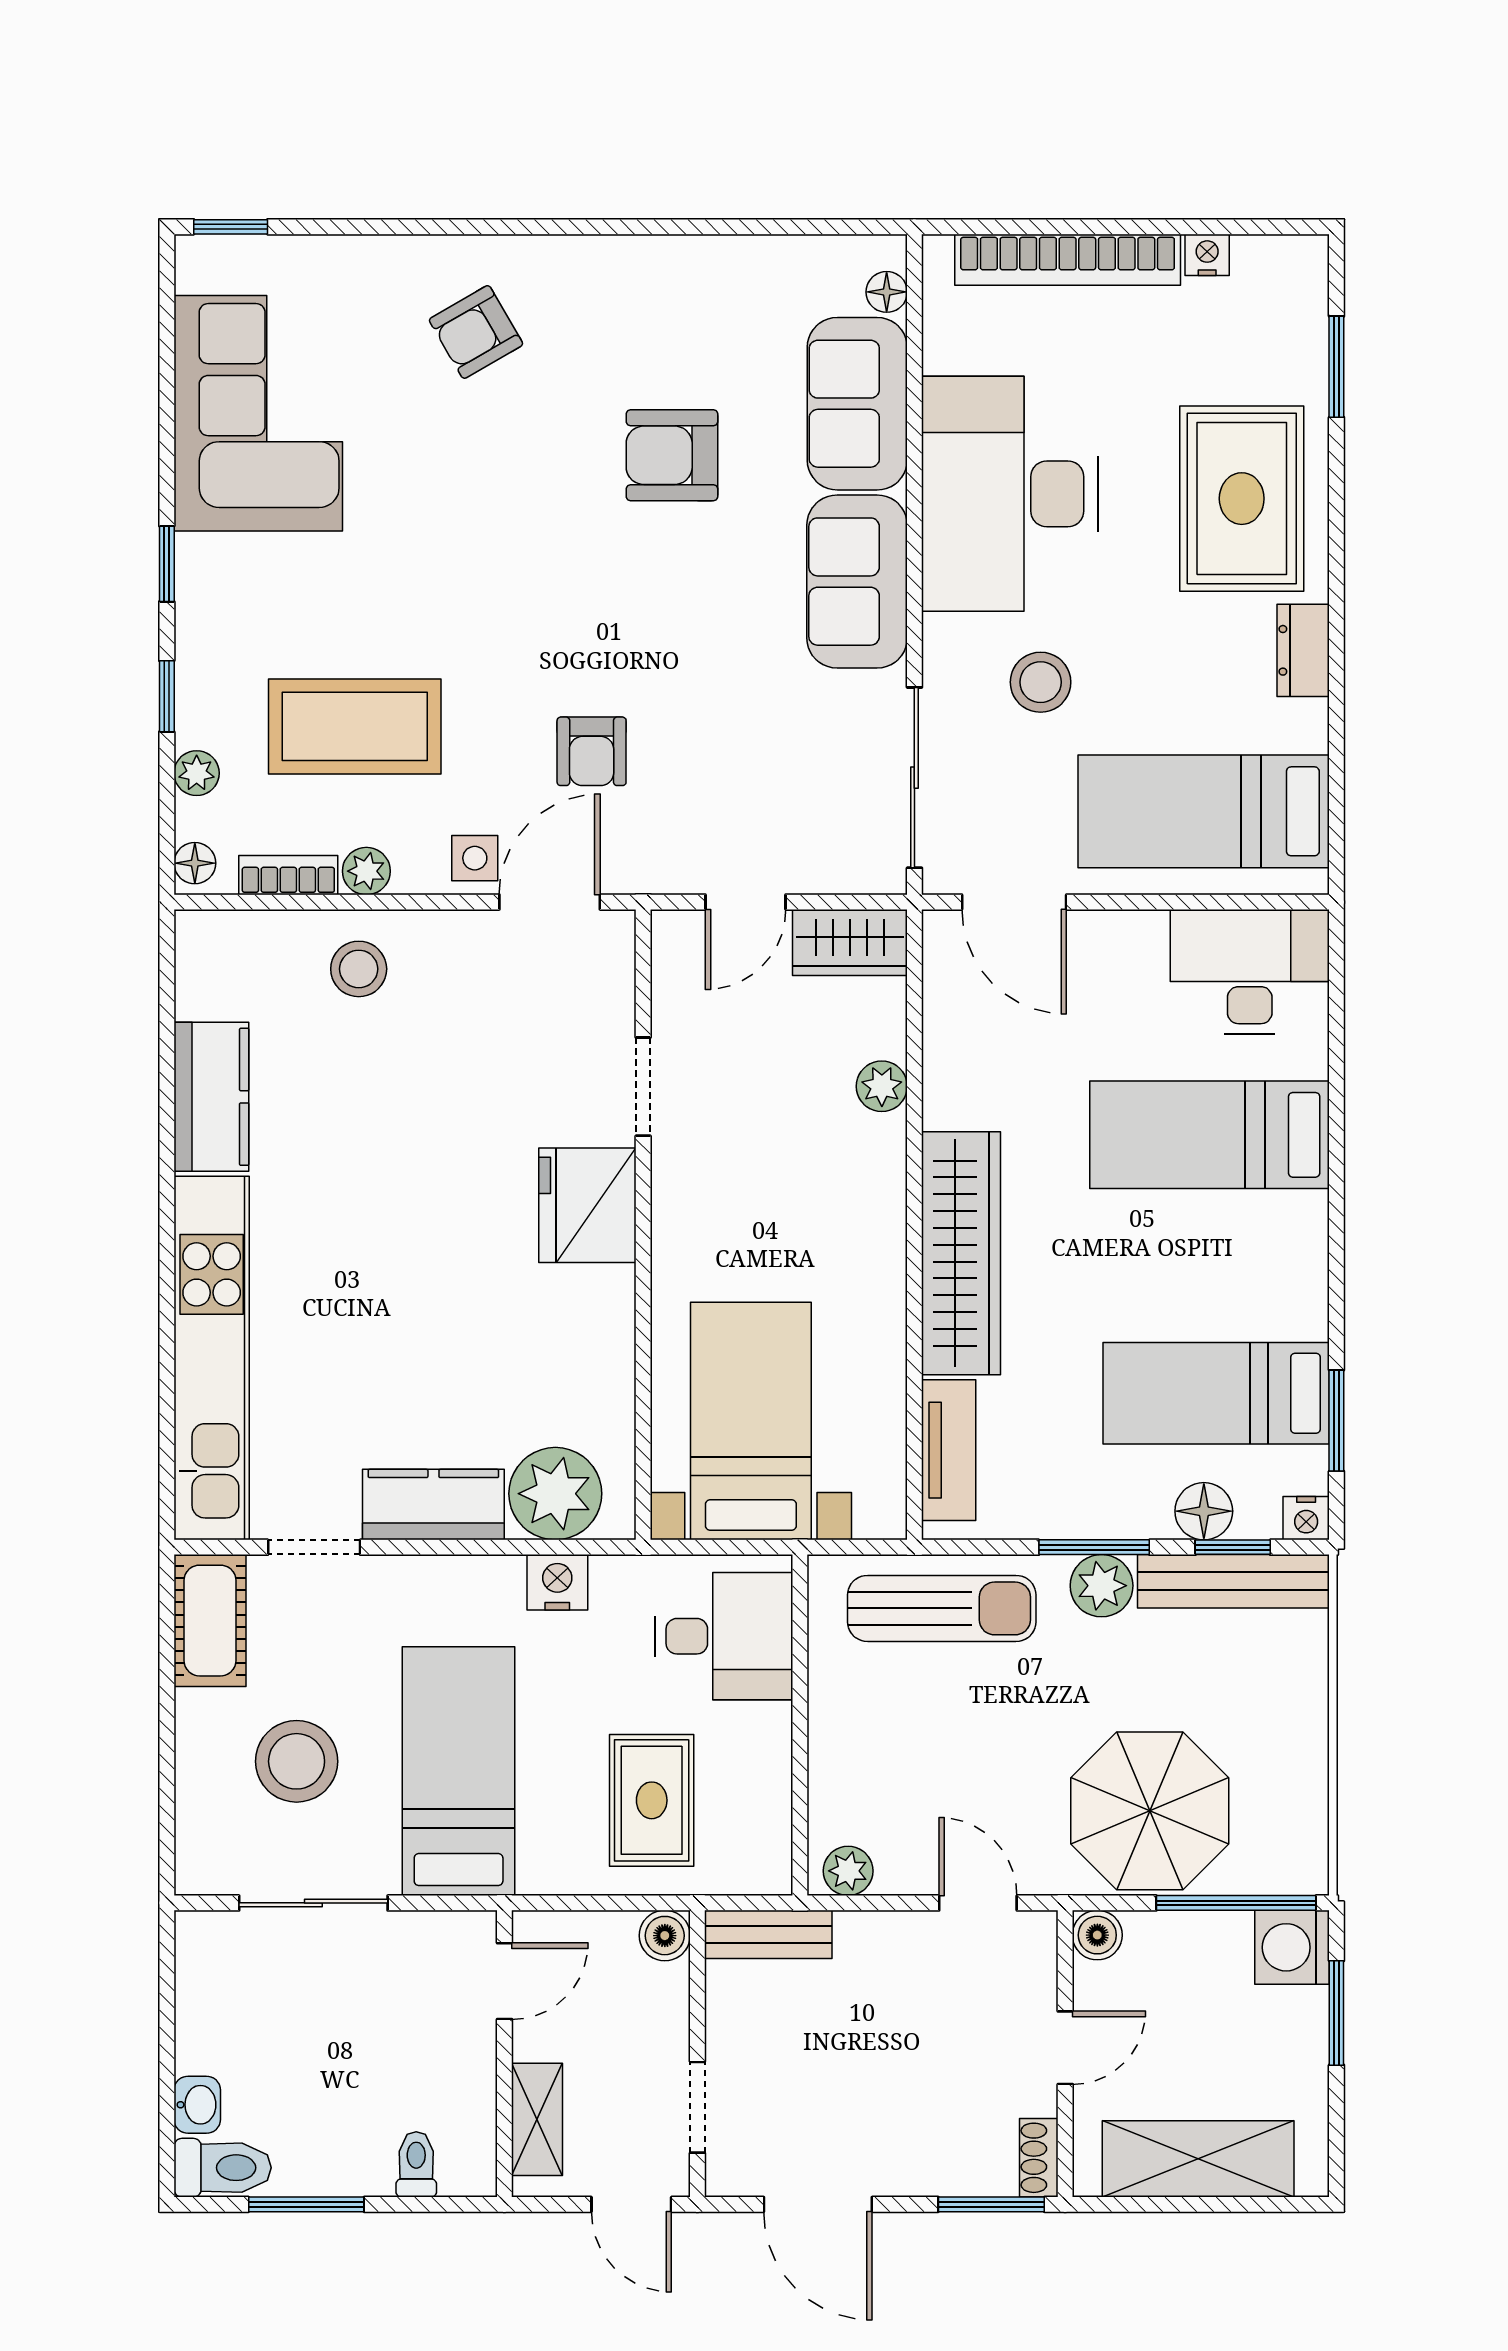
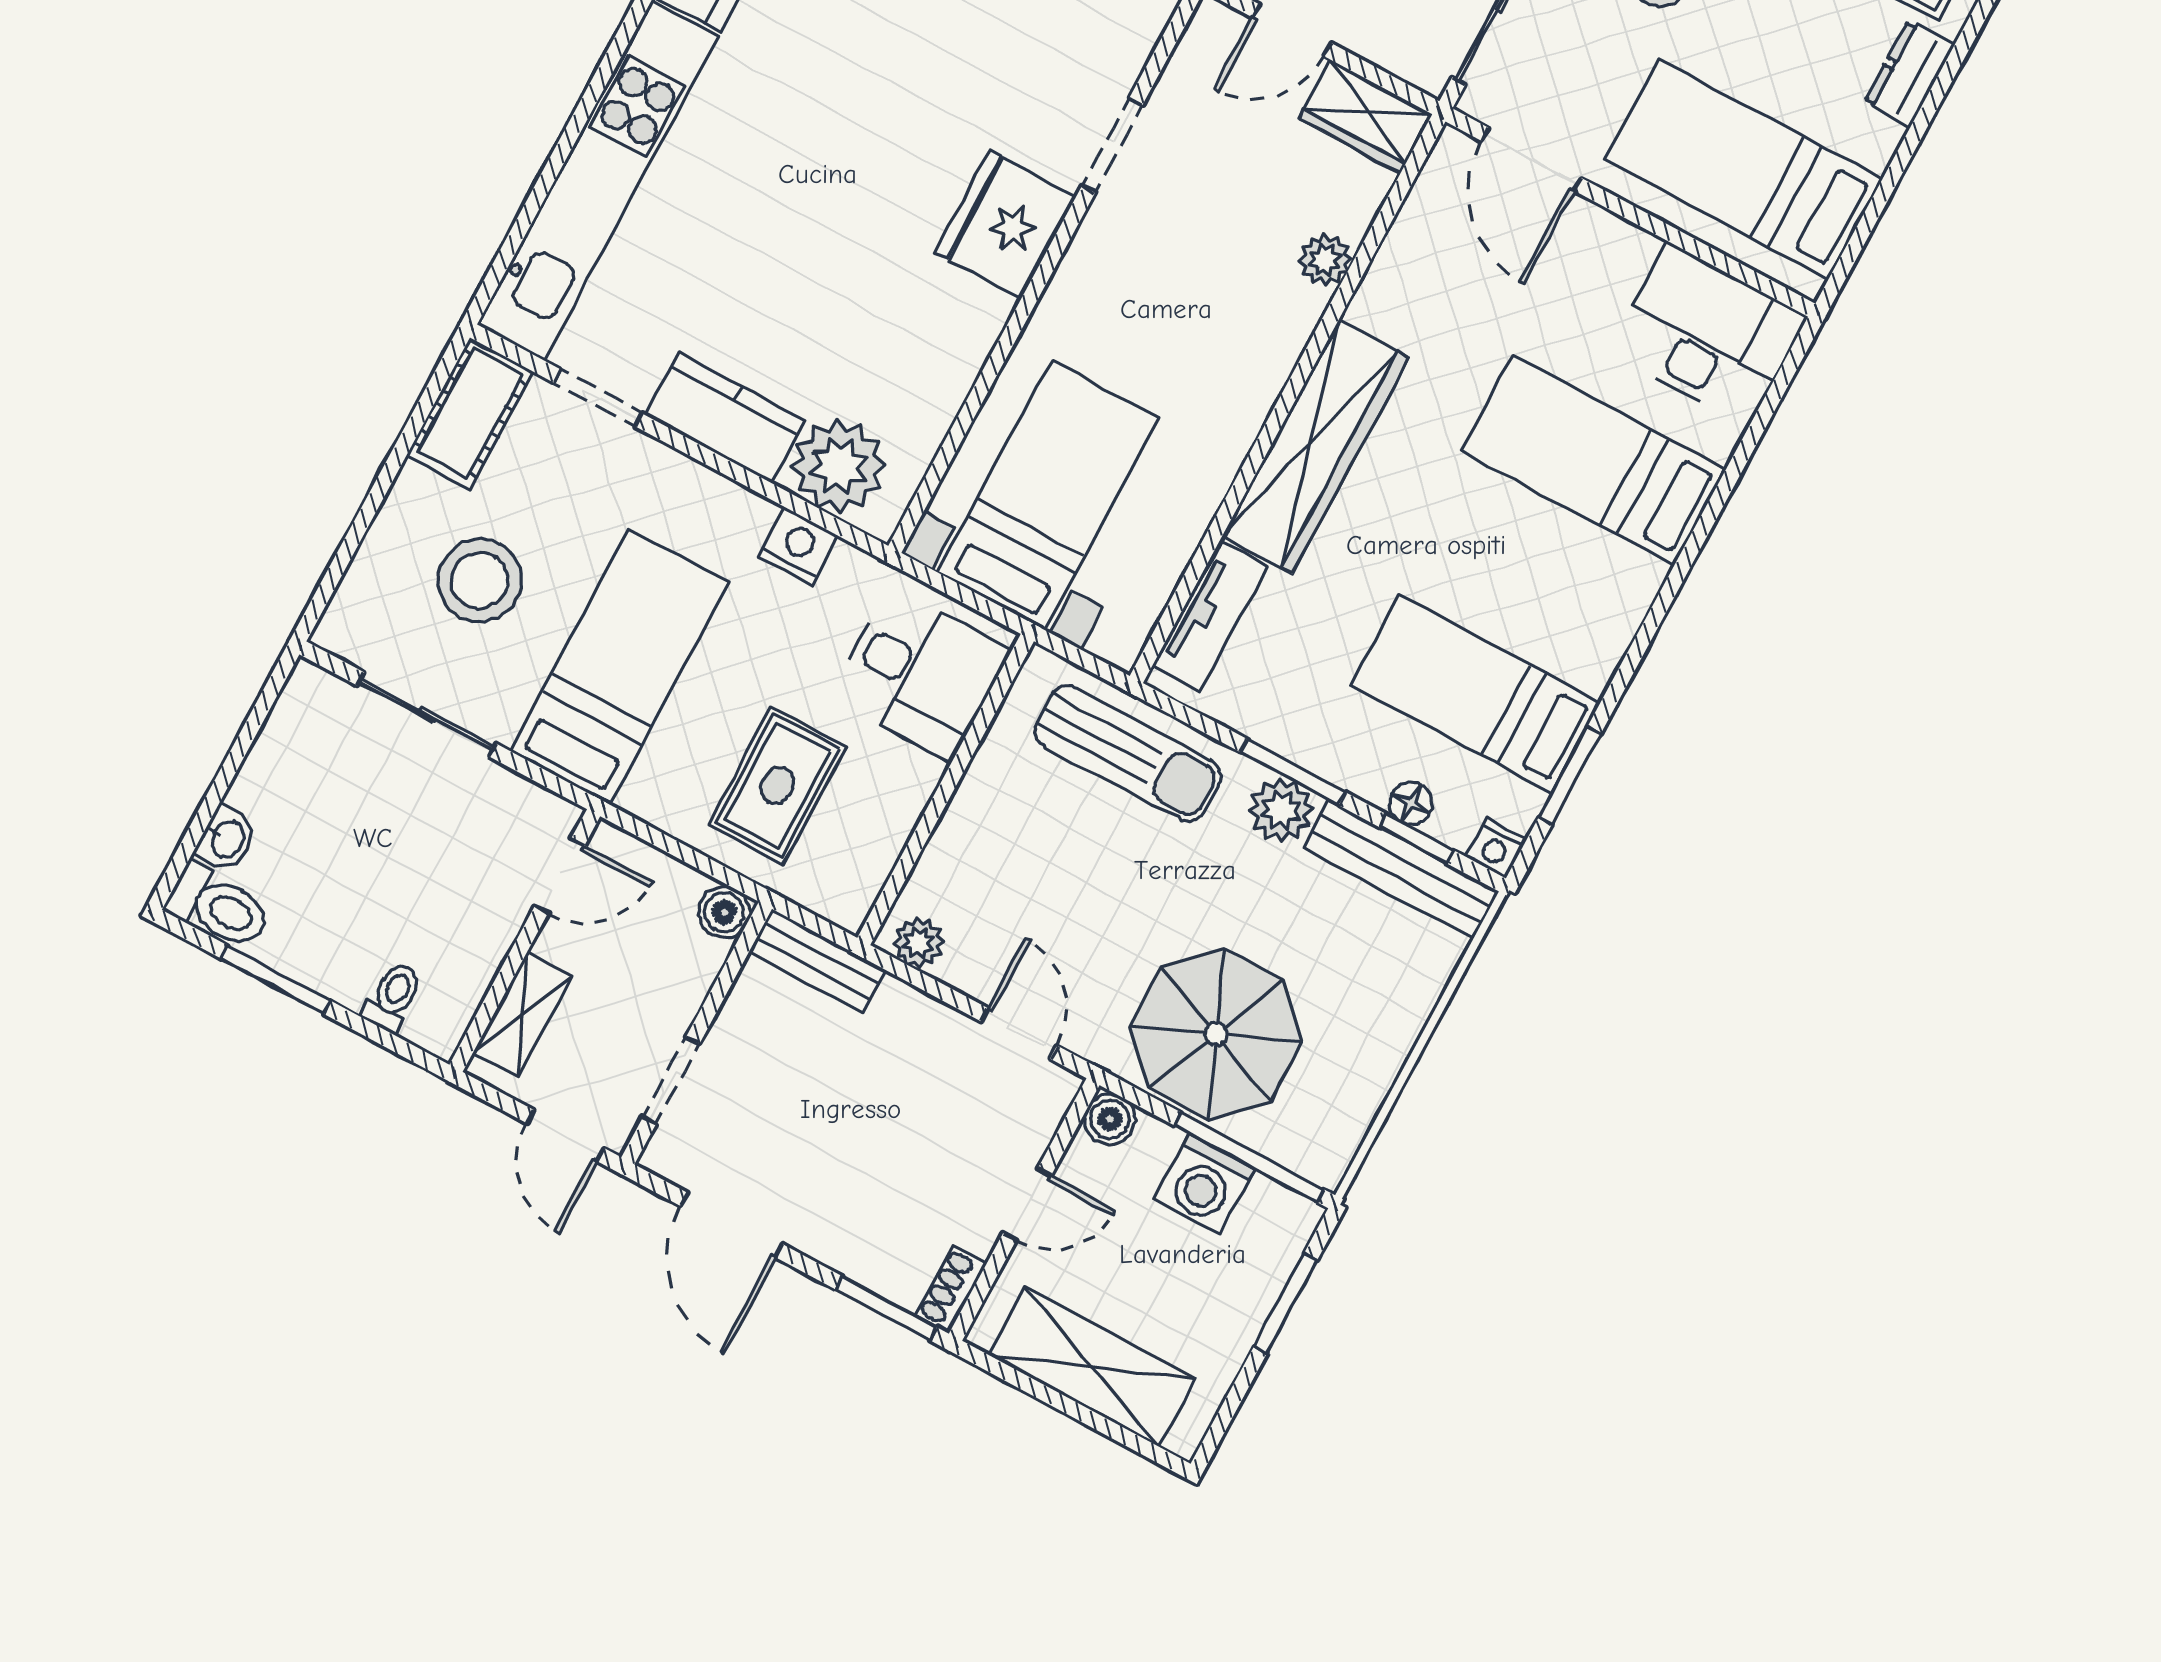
floor lamp: (1204, 1511) -> (1411, 803), width x0.73, depth x0.73
washing machine: (1292, 1947) -> (1204, 1184), moved, turned -90

